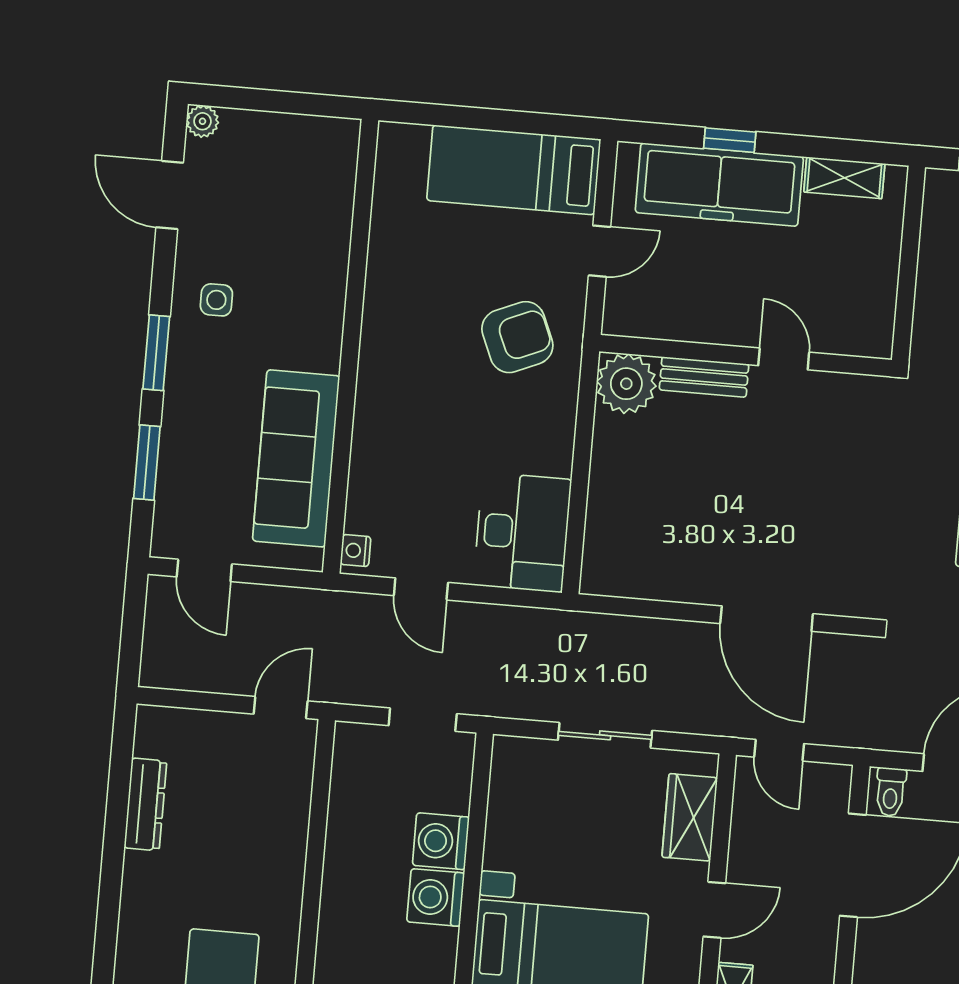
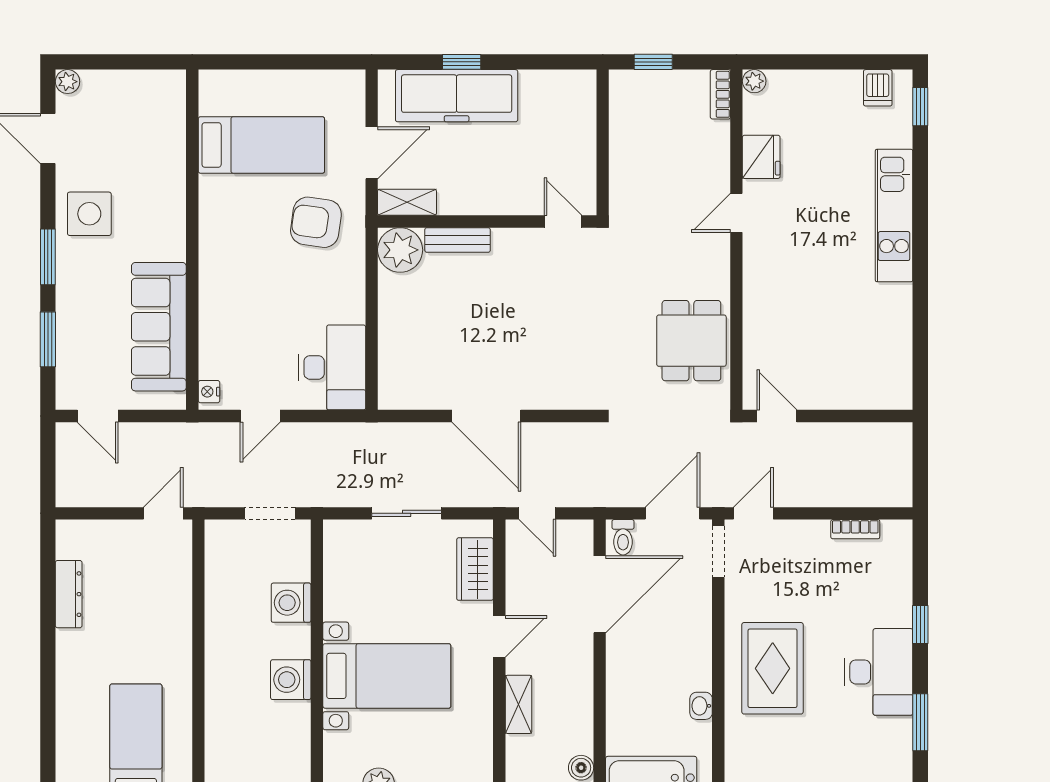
bed: (514, 170) -> (261, 145), moved, turned 180
shelving: (844, 178) -> (407, 202), moved
door: (599, 251) -> (372, 153), width x1.38
side table: (216, 300) -> (89, 214), width x1.87, depth x1.87
armchair: (517, 337) -> (316, 222), turned -149
door: (784, 359) -> (563, 221), moved
door: (421, 589) -> (260, 416), hinge flipped
door: (767, 619) -> (486, 416), moved
washing machine: (436, 897) -> (291, 680), moved

